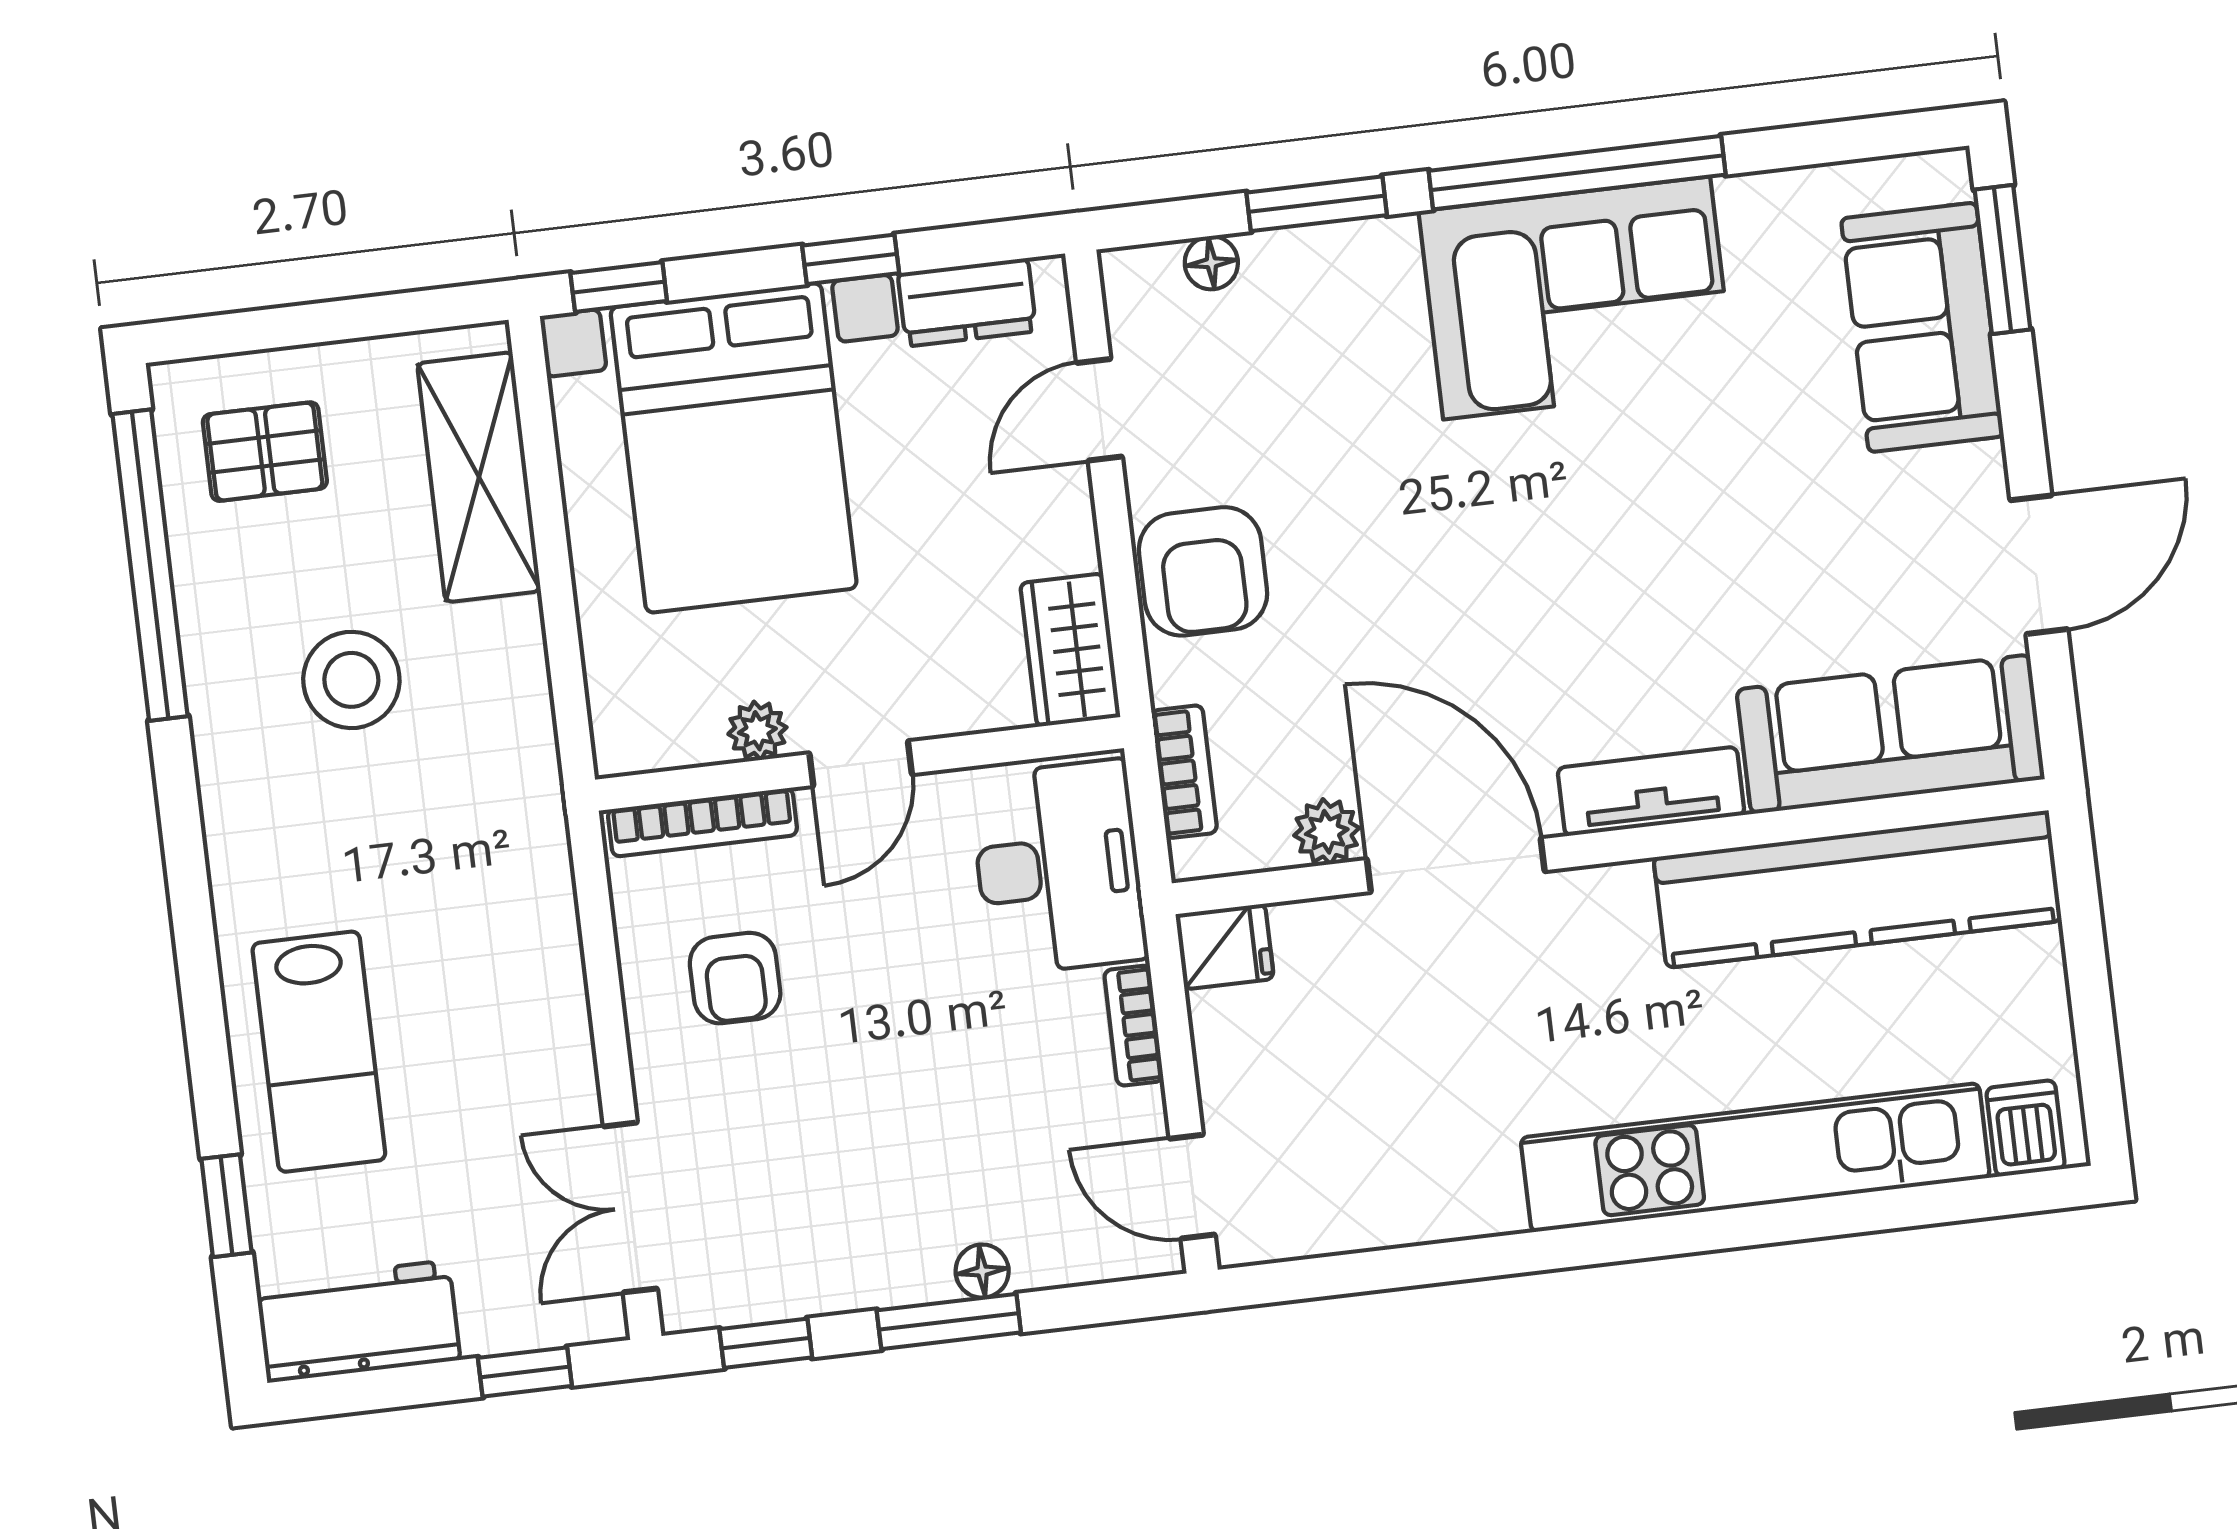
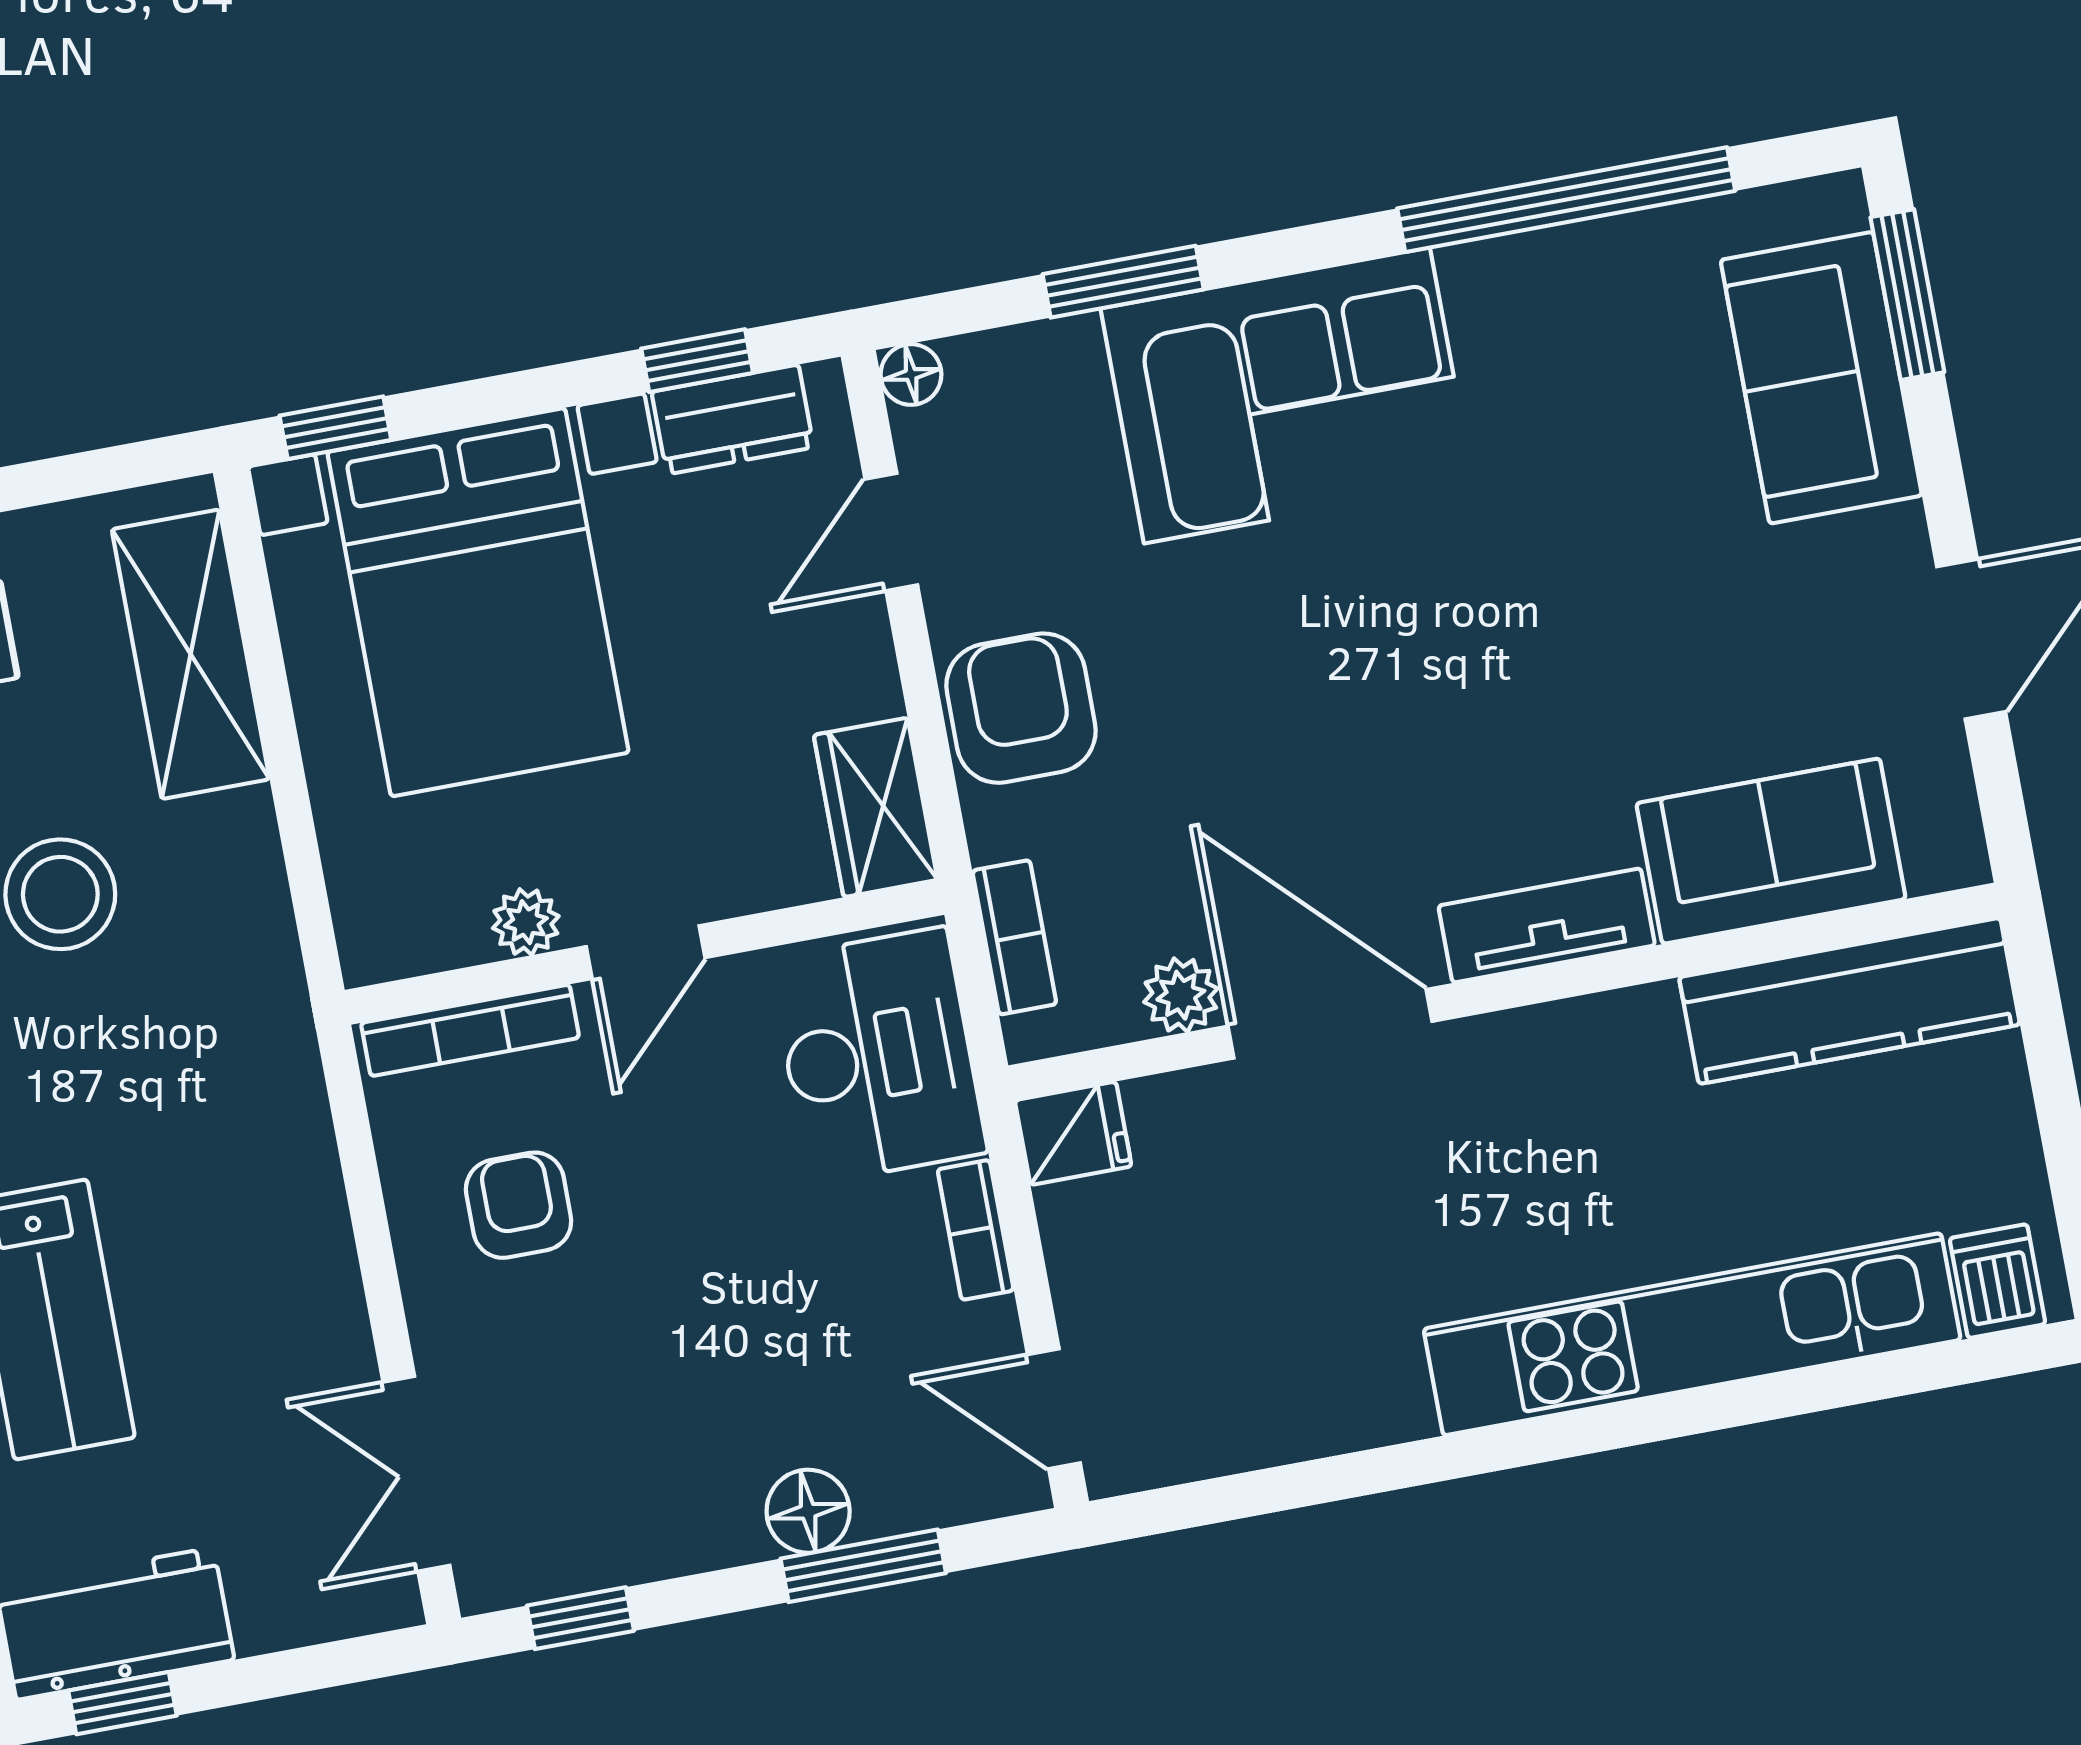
window: (1577, 173) -> (1566, 200), moved
window: (851, 259) -> (697, 361), moved
floor lamp: (1211, 263) -> (911, 374), moved
corner sofa: (1577, 298) -> (1287, 396), moved
armchair: (1203, 571) -> (1021, 708), turned 180
sofa: (1891, 734) -> (1771, 851), width x0.73
kitchen counter: (1857, 889) -> (1850, 1001), width x0.72, depth x0.86
armchair: (735, 978) -> (519, 1205), turned 180
floor lamp: (982, 1271) -> (808, 1511), width x1.37, depth x1.37
window: (949, 1321) -> (863, 1566), moved
window: (525, 1372) -> (122, 1703), moved

